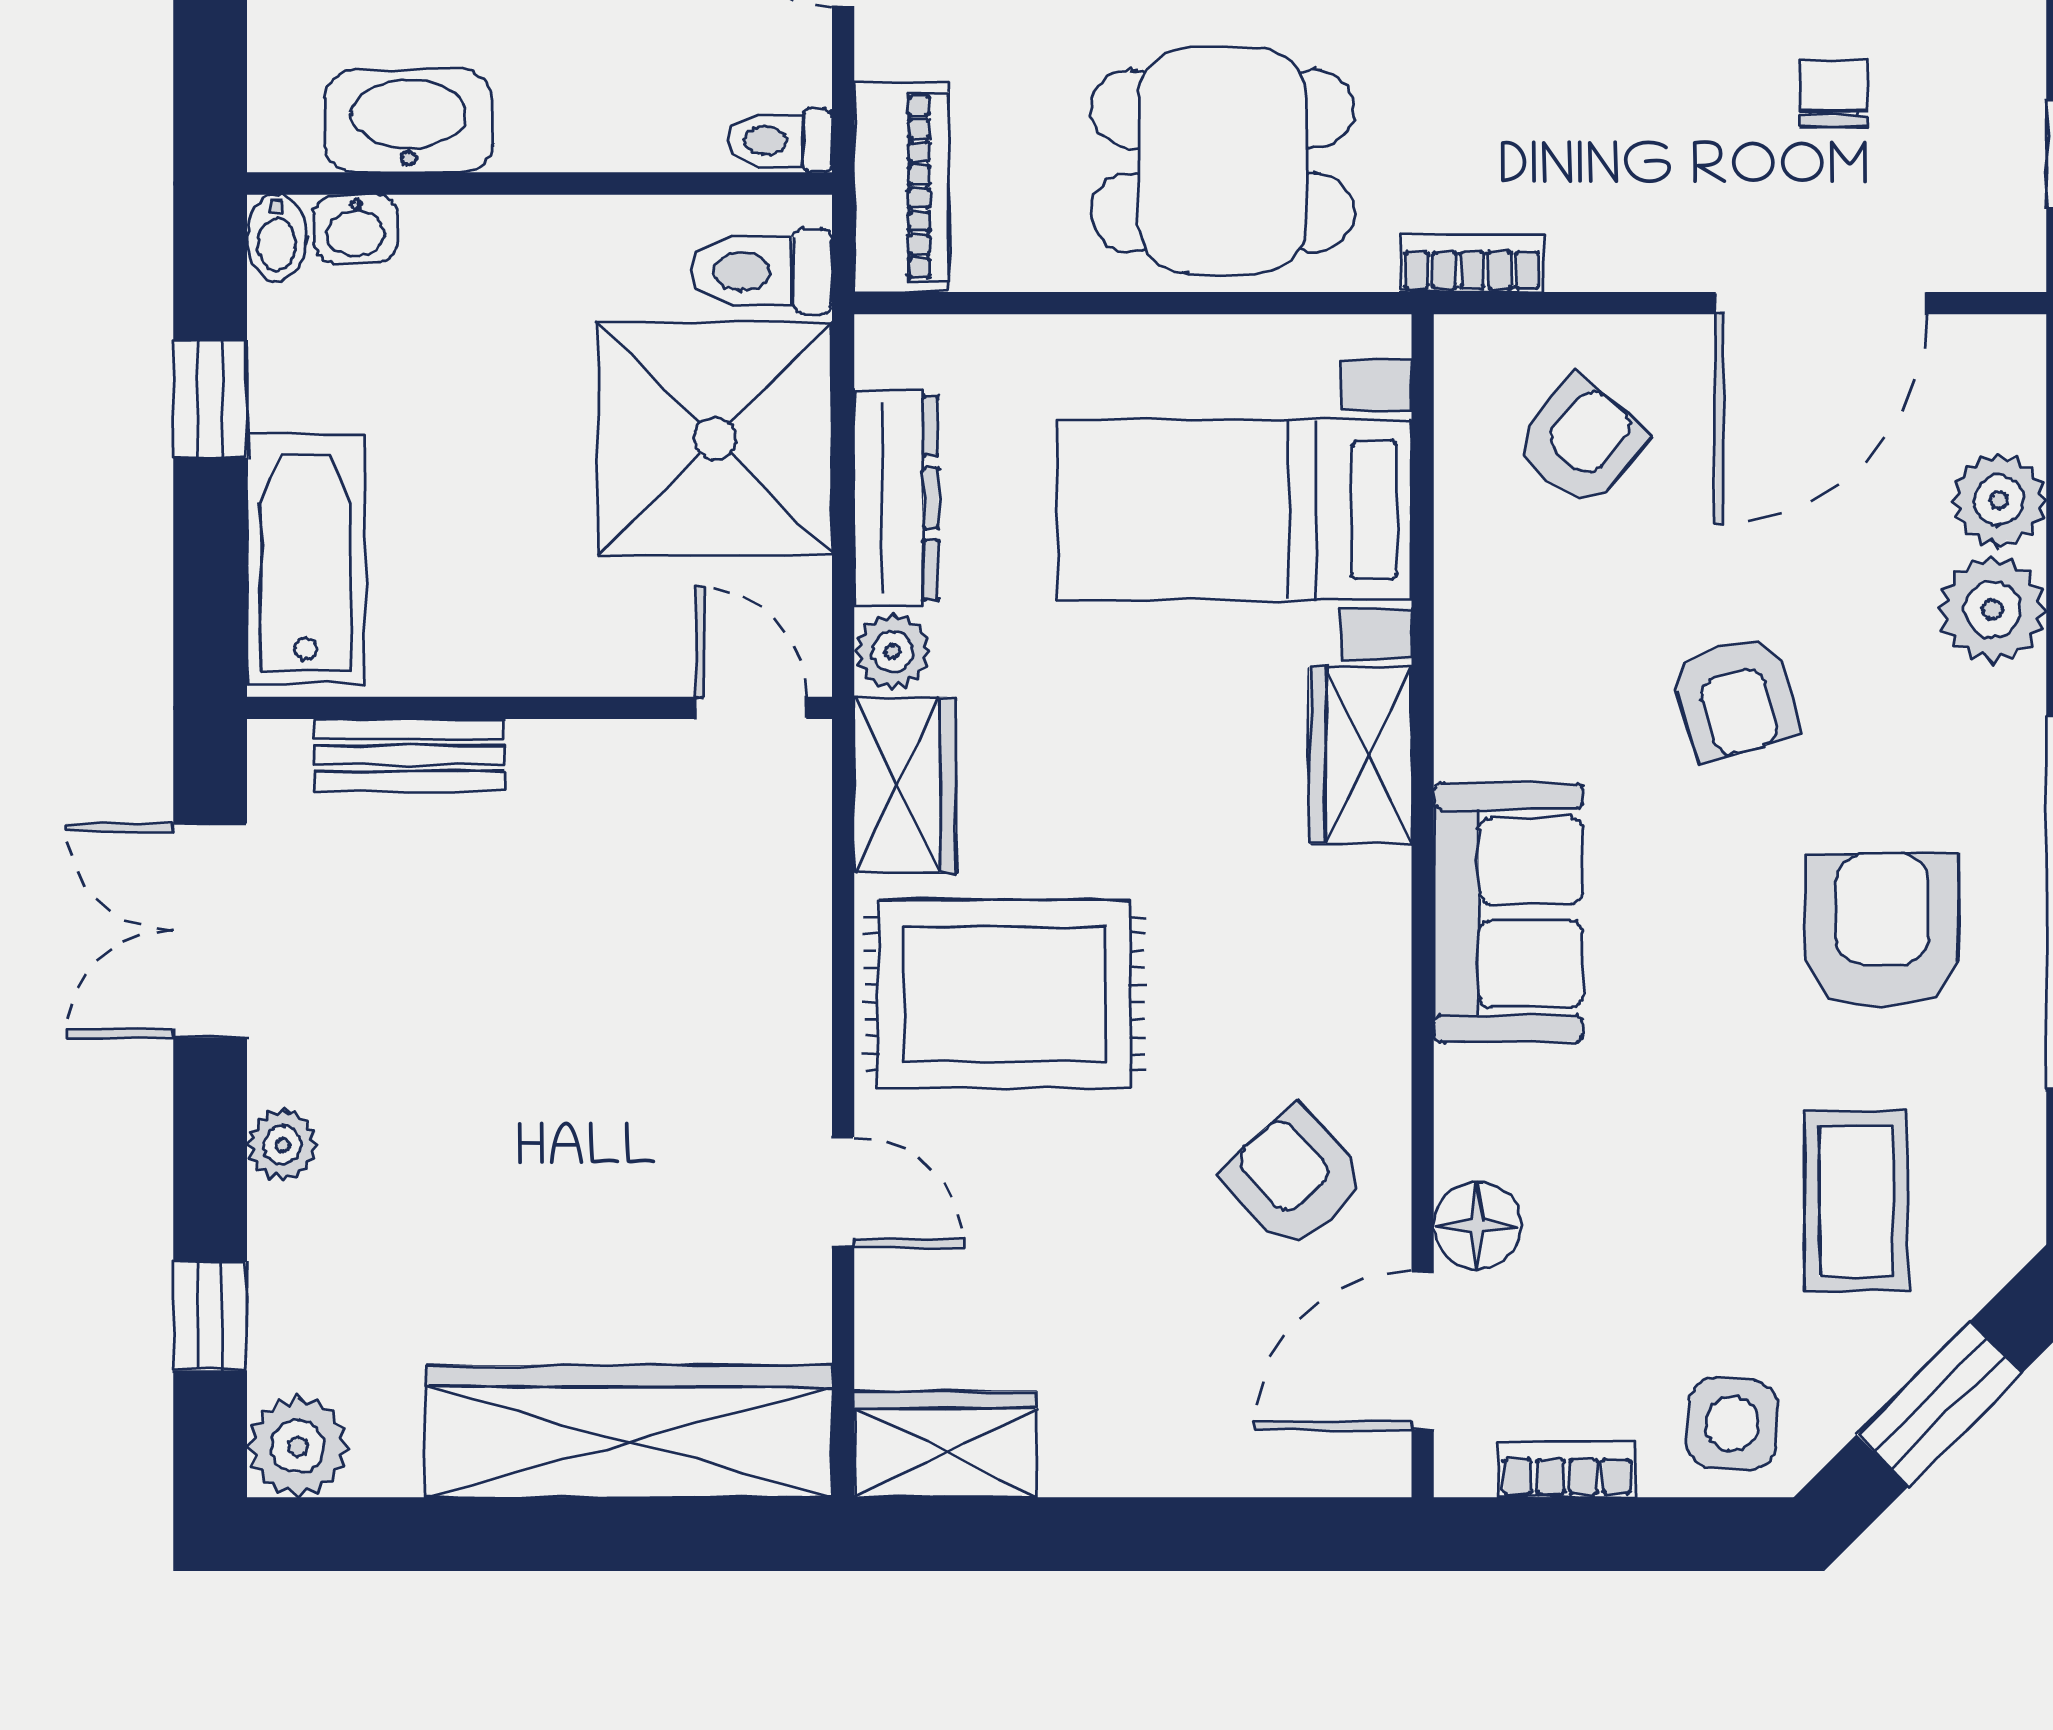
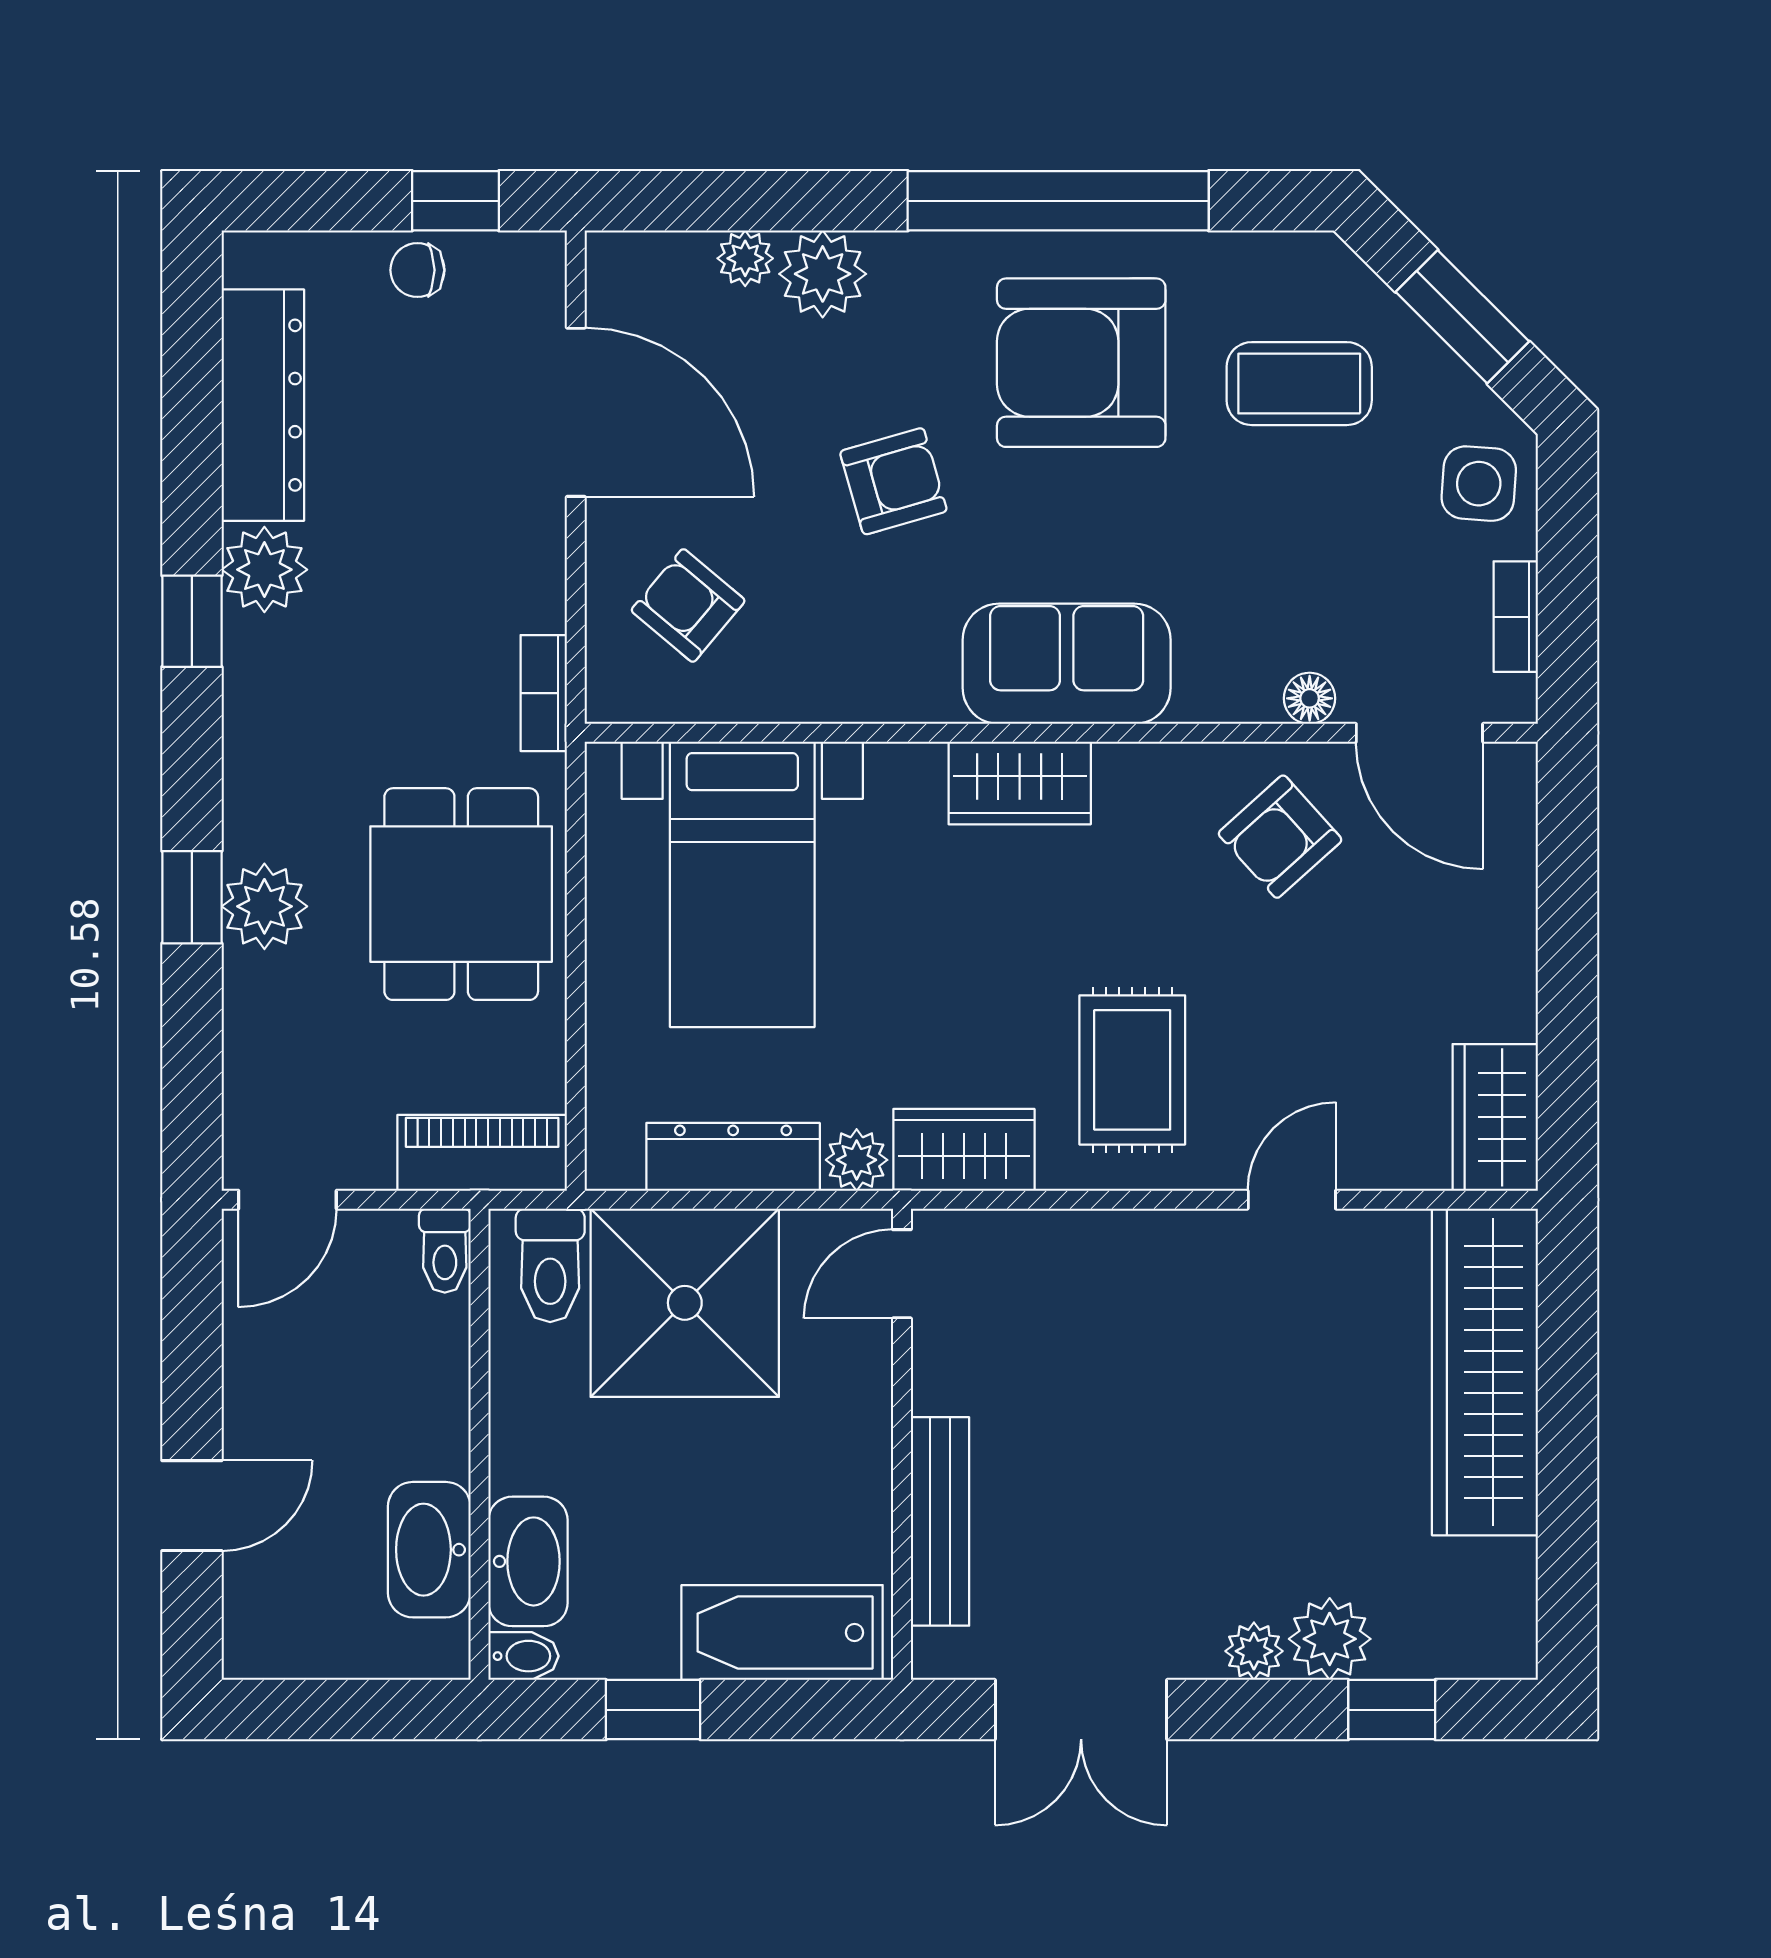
chair: (1833, 93) -> (417, 270), moved
washbasin: (356, 229) -> (528, 1561), width x1.91, depth x1.45
plant: (1999, 500) -> (745, 258), width x0.73, depth x0.73
bench: (409, 755) -> (940, 1521), width x1.36
wardrobe: (1360, 755) -> (1020, 783), moved
armchair: (1882, 930) -> (1081, 363), width x1.36, depth x1.36
rug: (1004, 994) -> (1132, 1070), width x0.73, depth x0.70
floor lamp: (1477, 1226) -> (1310, 698), width x0.73, depth x0.73
plant: (298, 1446) -> (1330, 1639), moved

